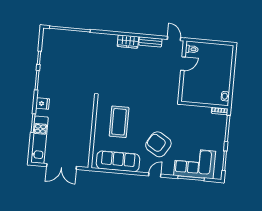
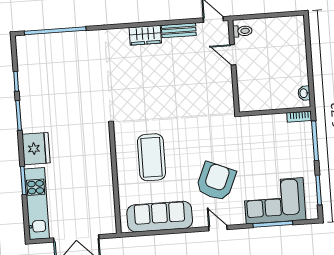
door: (183, 64) -> (233, 55), swing flipped
fridge: (43, 104) -> (36, 149), width x1.88, depth x1.34
armchair: (158, 144) -> (216, 181), turned 82
door: (155, 175) -> (218, 228), hinge flipped

